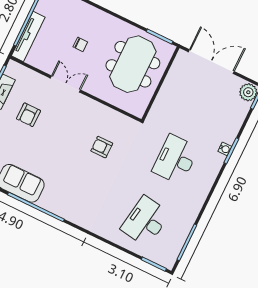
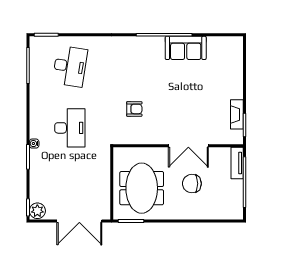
tv unit: (28, 36) -> (237, 163), width x0.71
chair: (80, 44) -> (192, 184), width x1.87, depth x1.87
double door: (65, 84) -> (188, 146), width x1.37
armchair: (29, 115) -> (206, 106), removed
water cooler: (225, 149) -> (34, 144), moved

